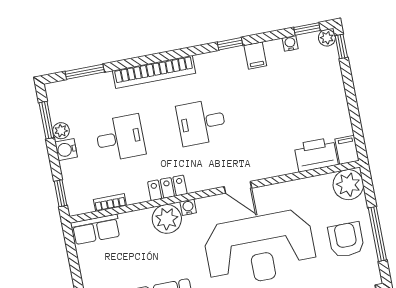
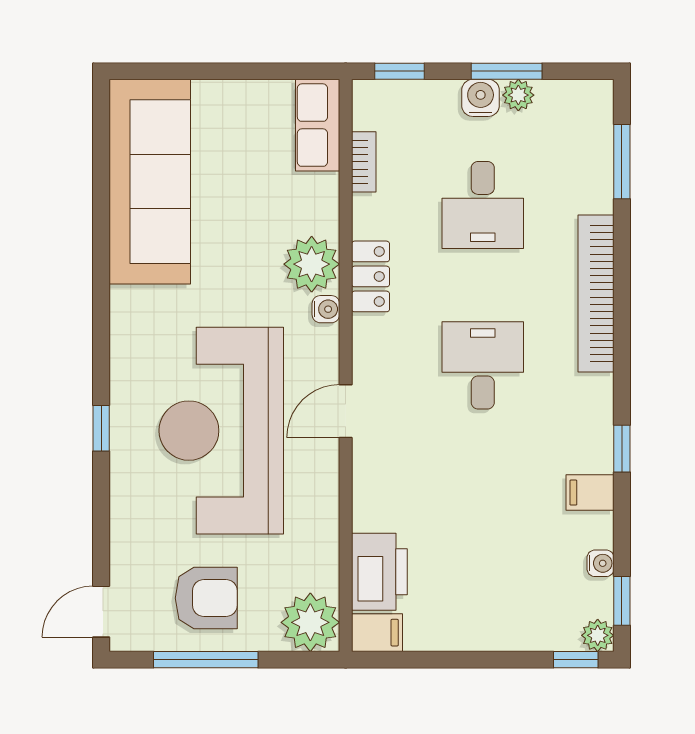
window: (46, 120) -> (507, 71), moved

